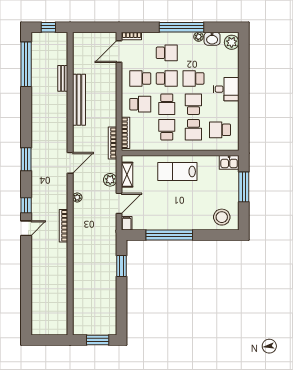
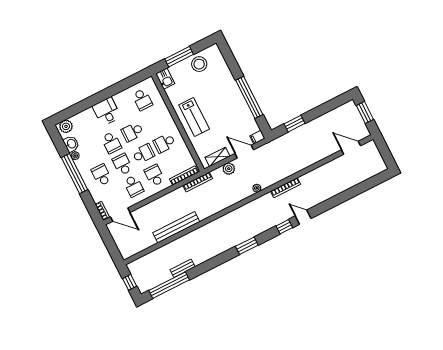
bench: (63, 78) -> (182, 268), moved
school desk: (193, 130) -> (153, 121), removed
door: (70, 163) -> (351, 148), moved
stool: (222, 217) -> (199, 64), moved

